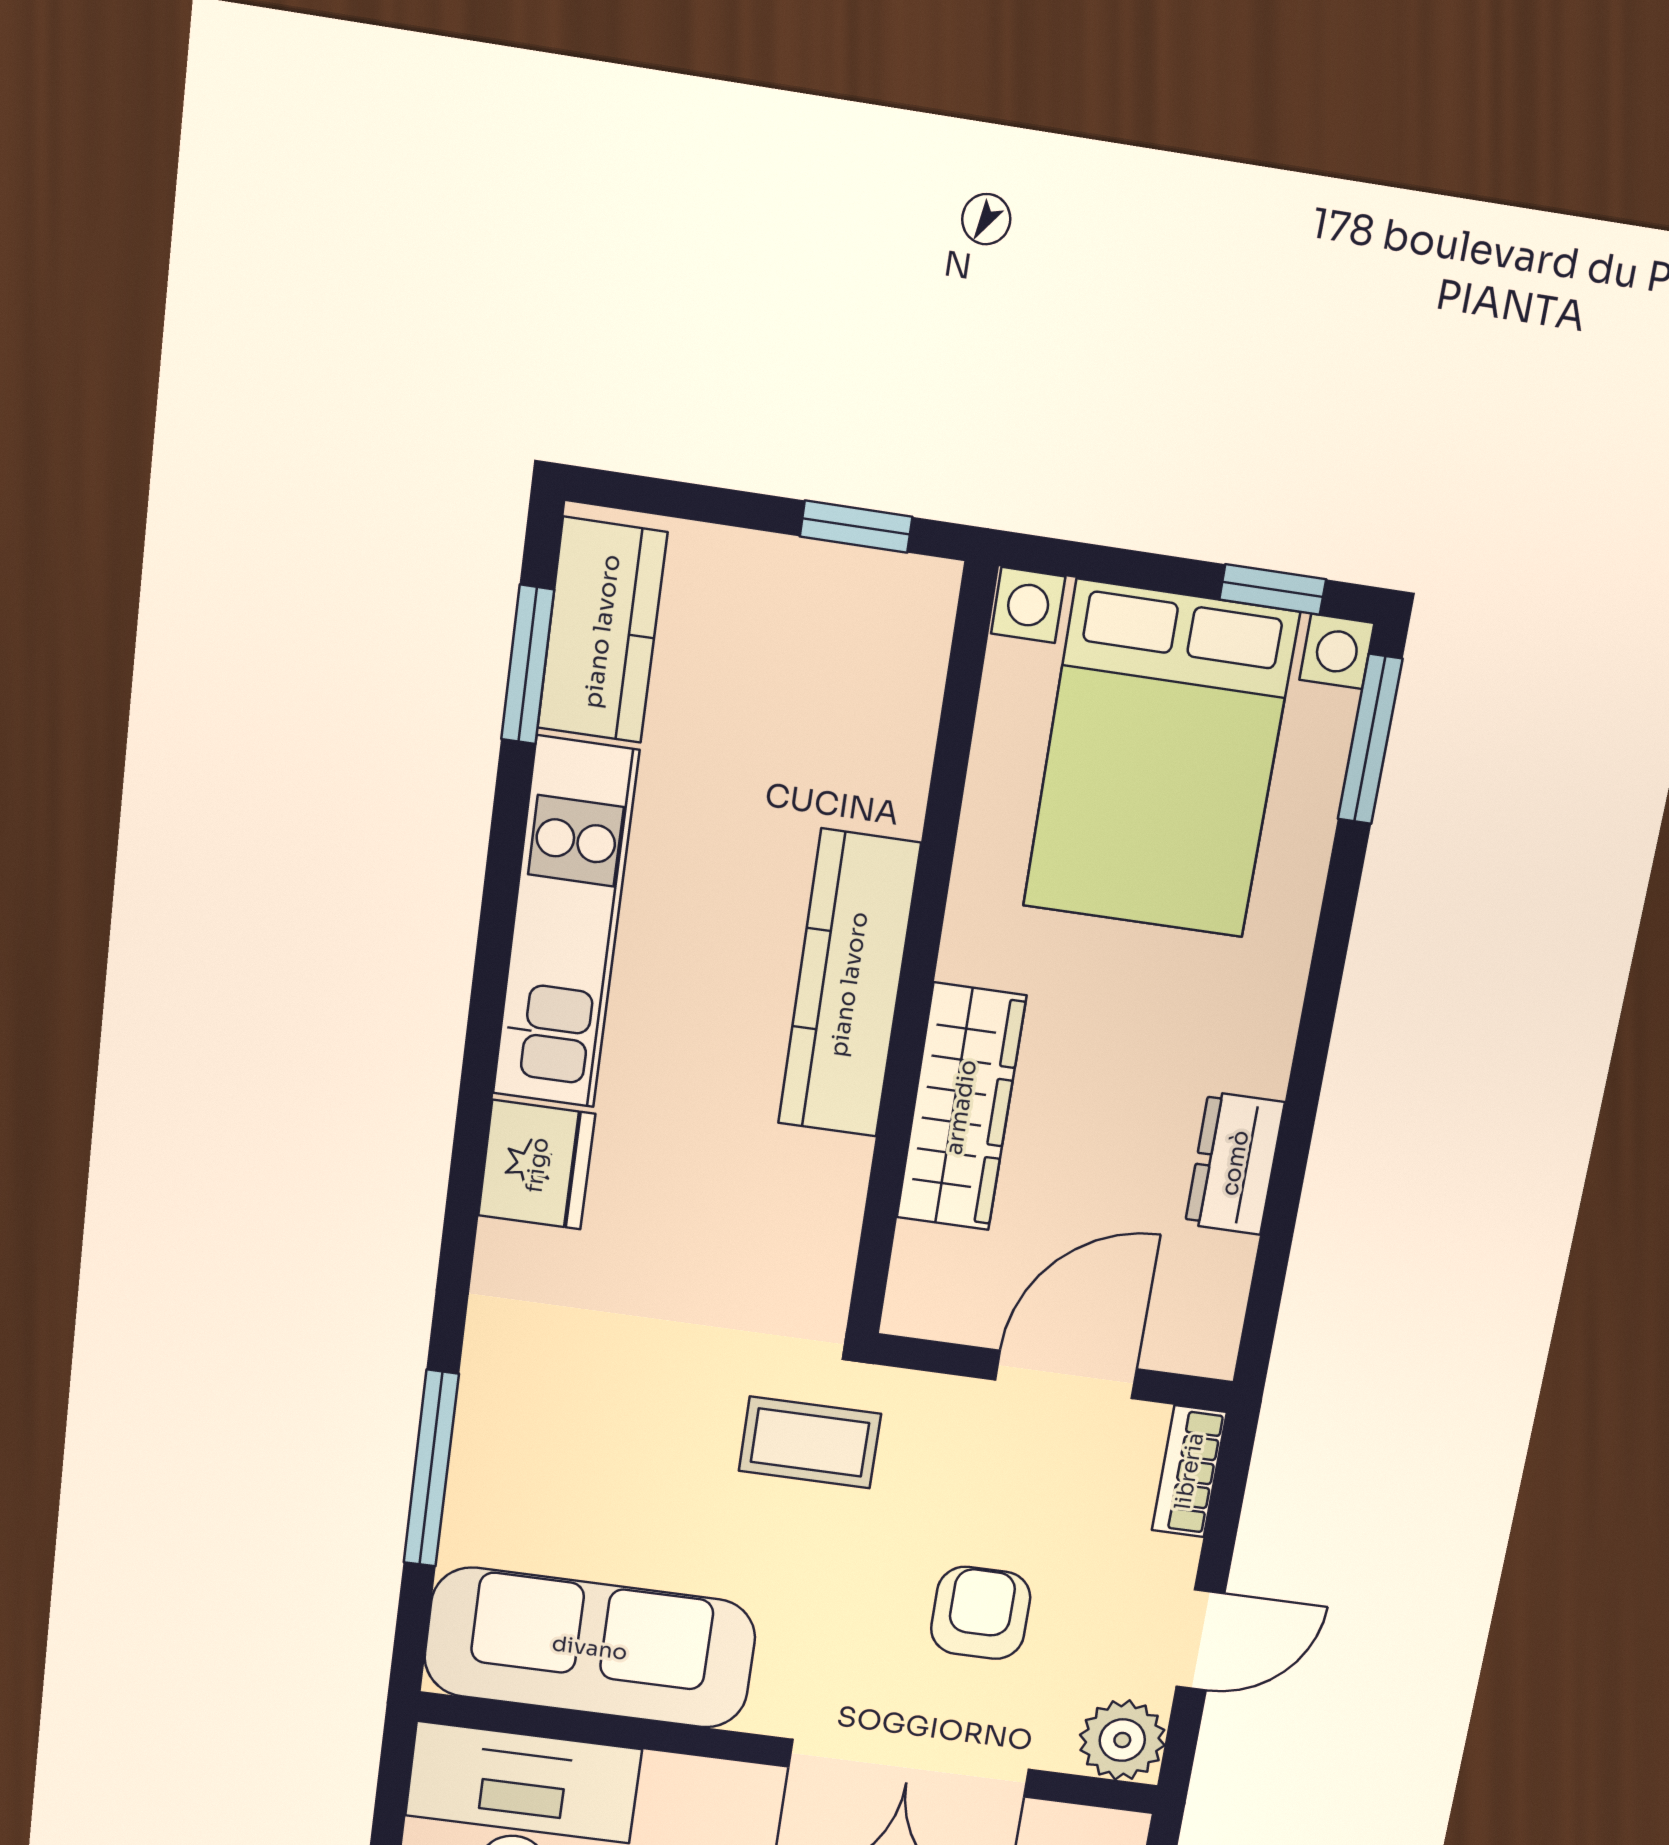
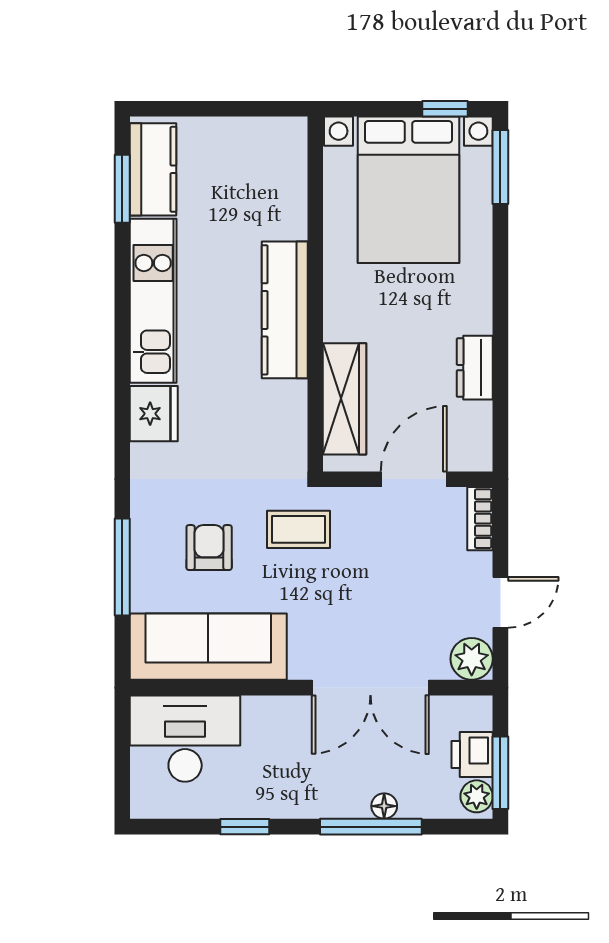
window: (856, 527) -> (258, 109), removed
wardrobe: (961, 1107) -> (345, 399), moved
armchair: (981, 1613) -> (209, 548), moved

